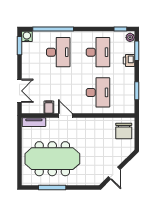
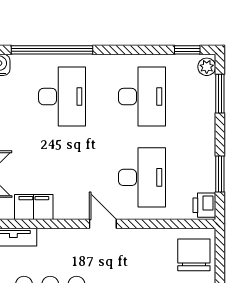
printer: (129, 60) -> (204, 205), moved
filing cabinet: (49, 107) -> (34, 207), width x2.00
door: (65, 116) -> (103, 224), moved
chair: (124, 131) -> (194, 255), turned 180

